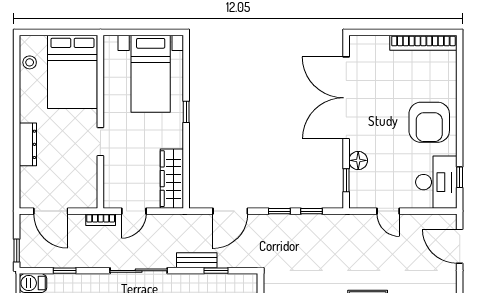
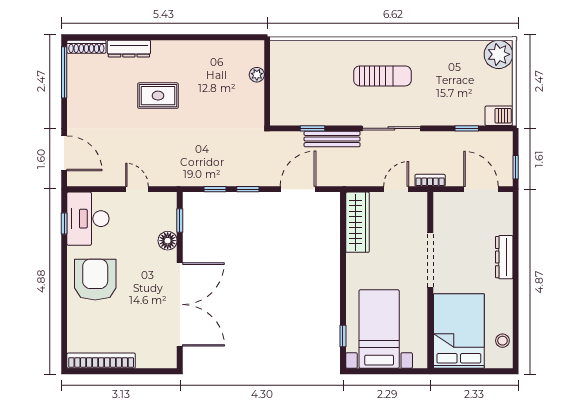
window: (186, 112) -> (343, 336), moved
doorway: (100, 142) -> (430, 260), width x1.88
window: (17, 250) -> (516, 167), moved
bench: (197, 260) -> (332, 139), width x1.36

